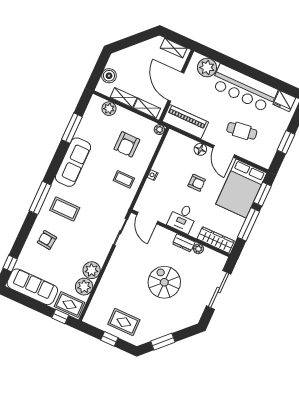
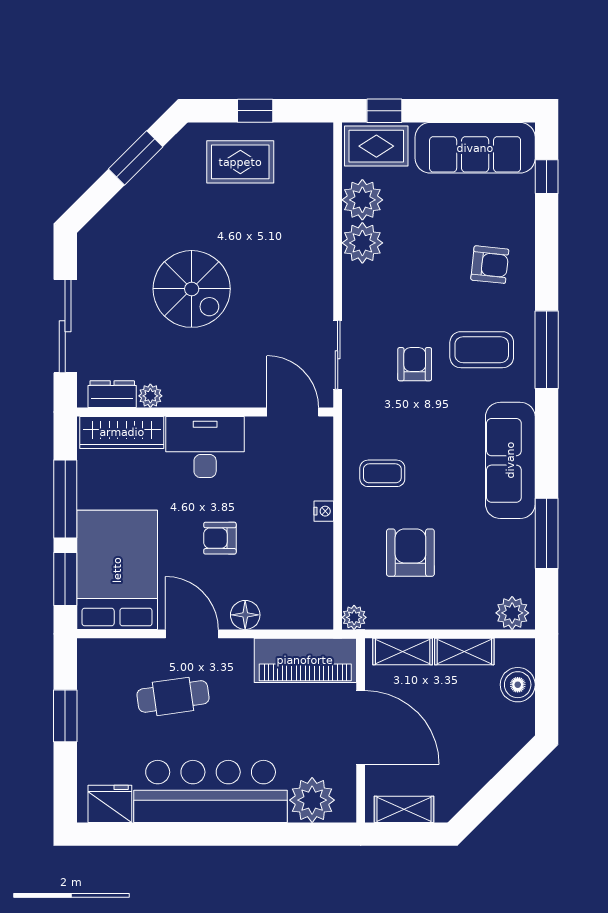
plant: (109, 109) -> (512, 613), moved
armchair: (93, 215) -> (415, 364), added
desk: (182, 218) -> (205, 447), width x1.37
dresser: (184, 243) -> (112, 394), moved

